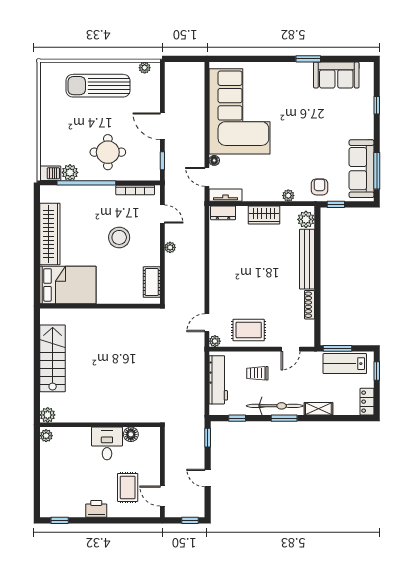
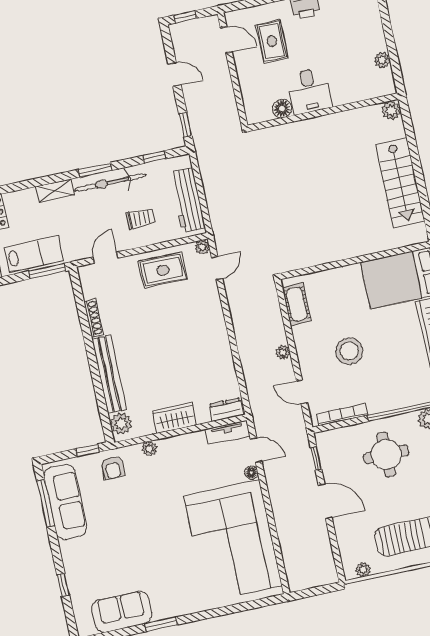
plant: (46, 436) -> (382, 60), moved

